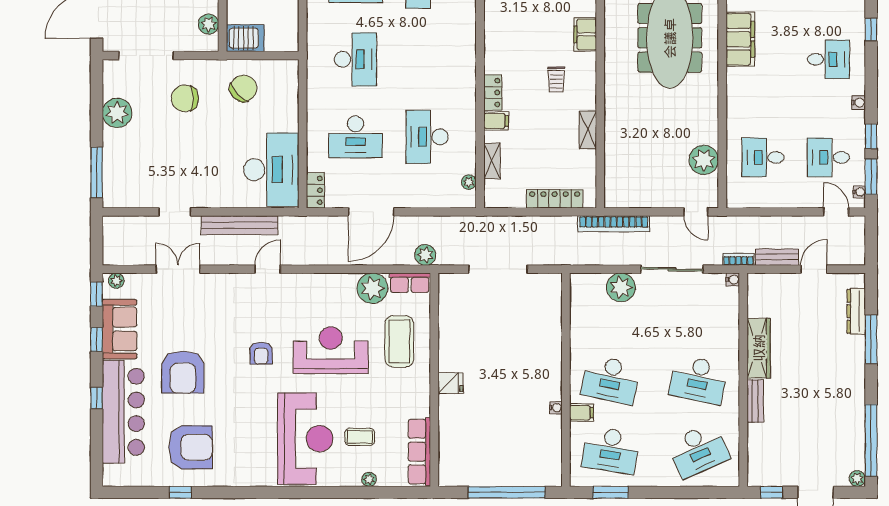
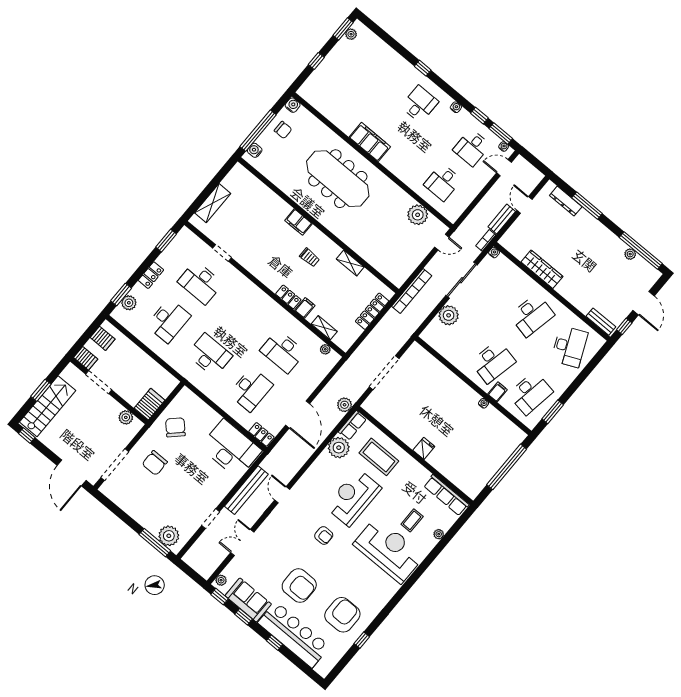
plant: (117, 113) -> (169, 536), moved
bench: (755, 401) -> (601, 322), moved
plant: (857, 479) -> (630, 254), moved

